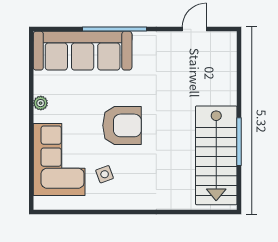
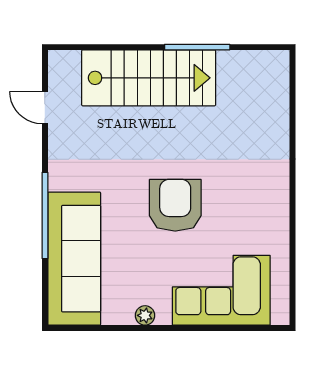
stairs: (216, 155) -> (149, 78), moved
side table: (105, 174) -> (241, 229), removed

